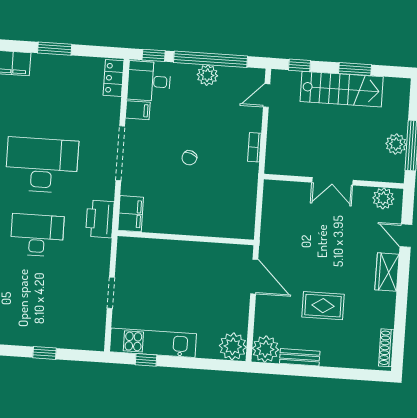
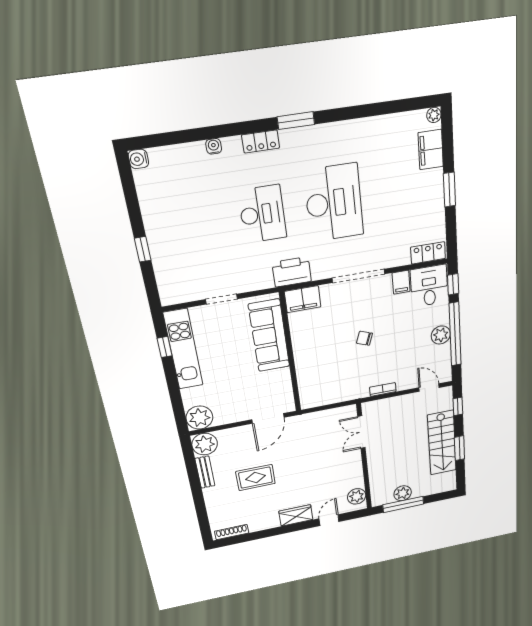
double door: (332, 181) -> (361, 432), moved
sofa: (161, 255) -> (269, 336), added
rug: (323, 306) -> (256, 478), turned 90

